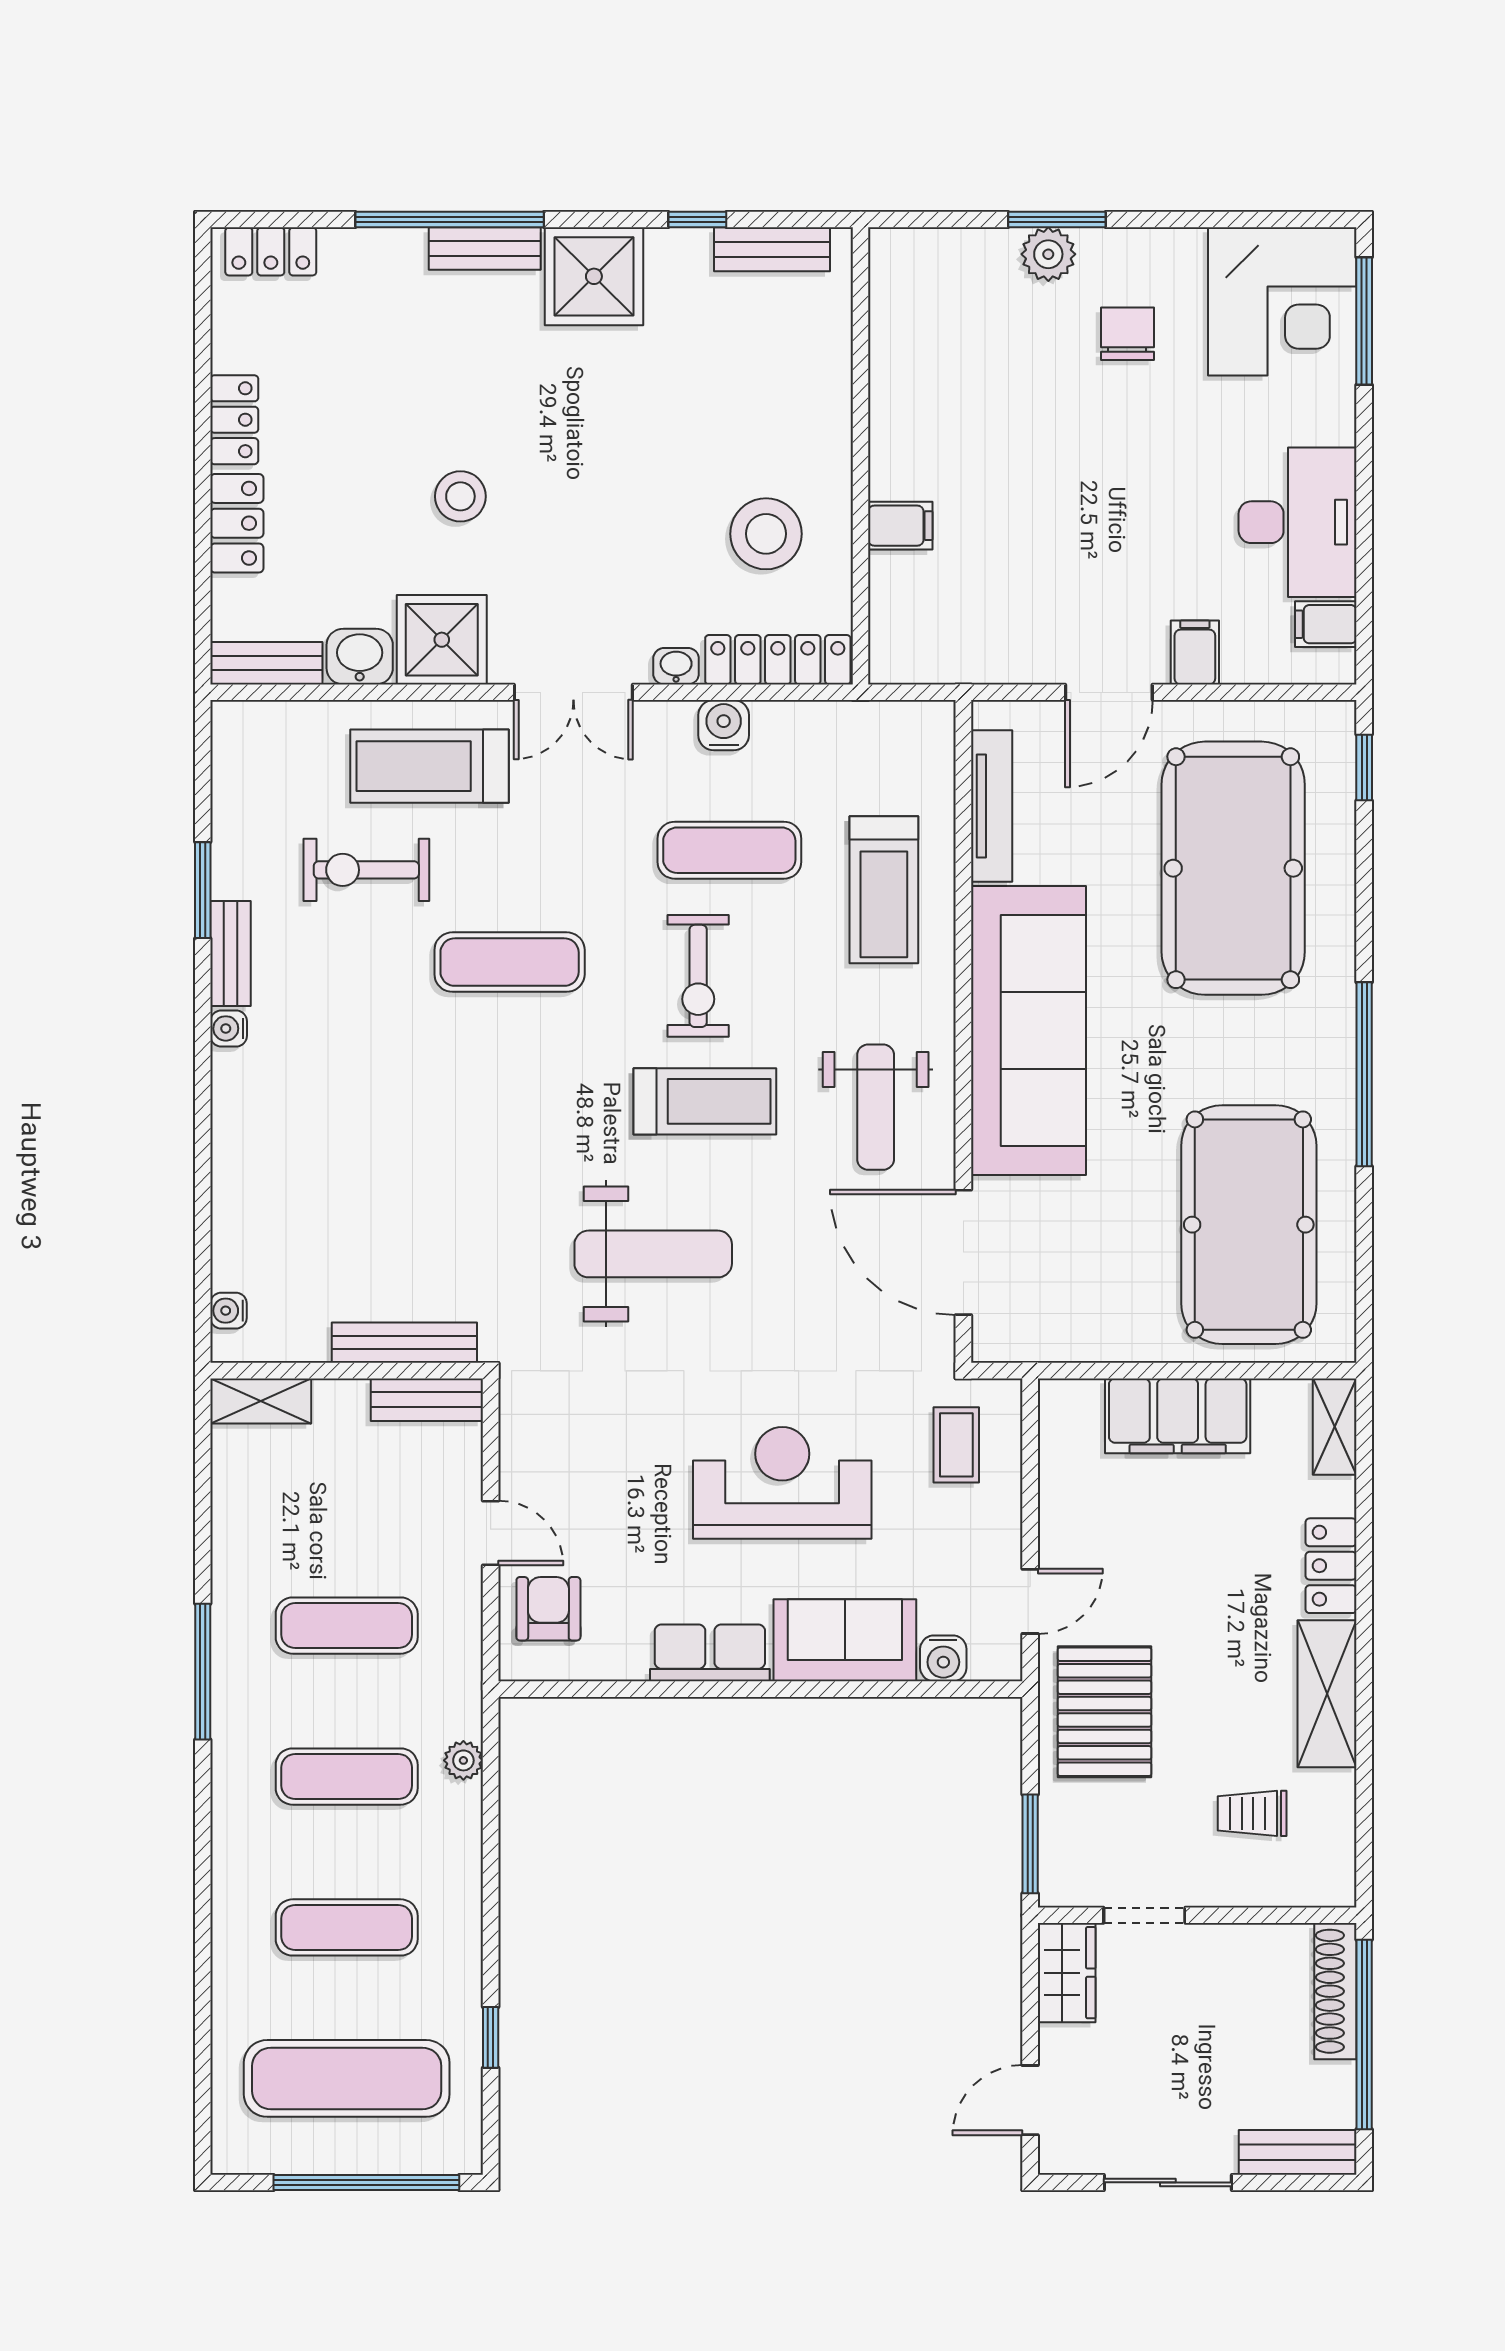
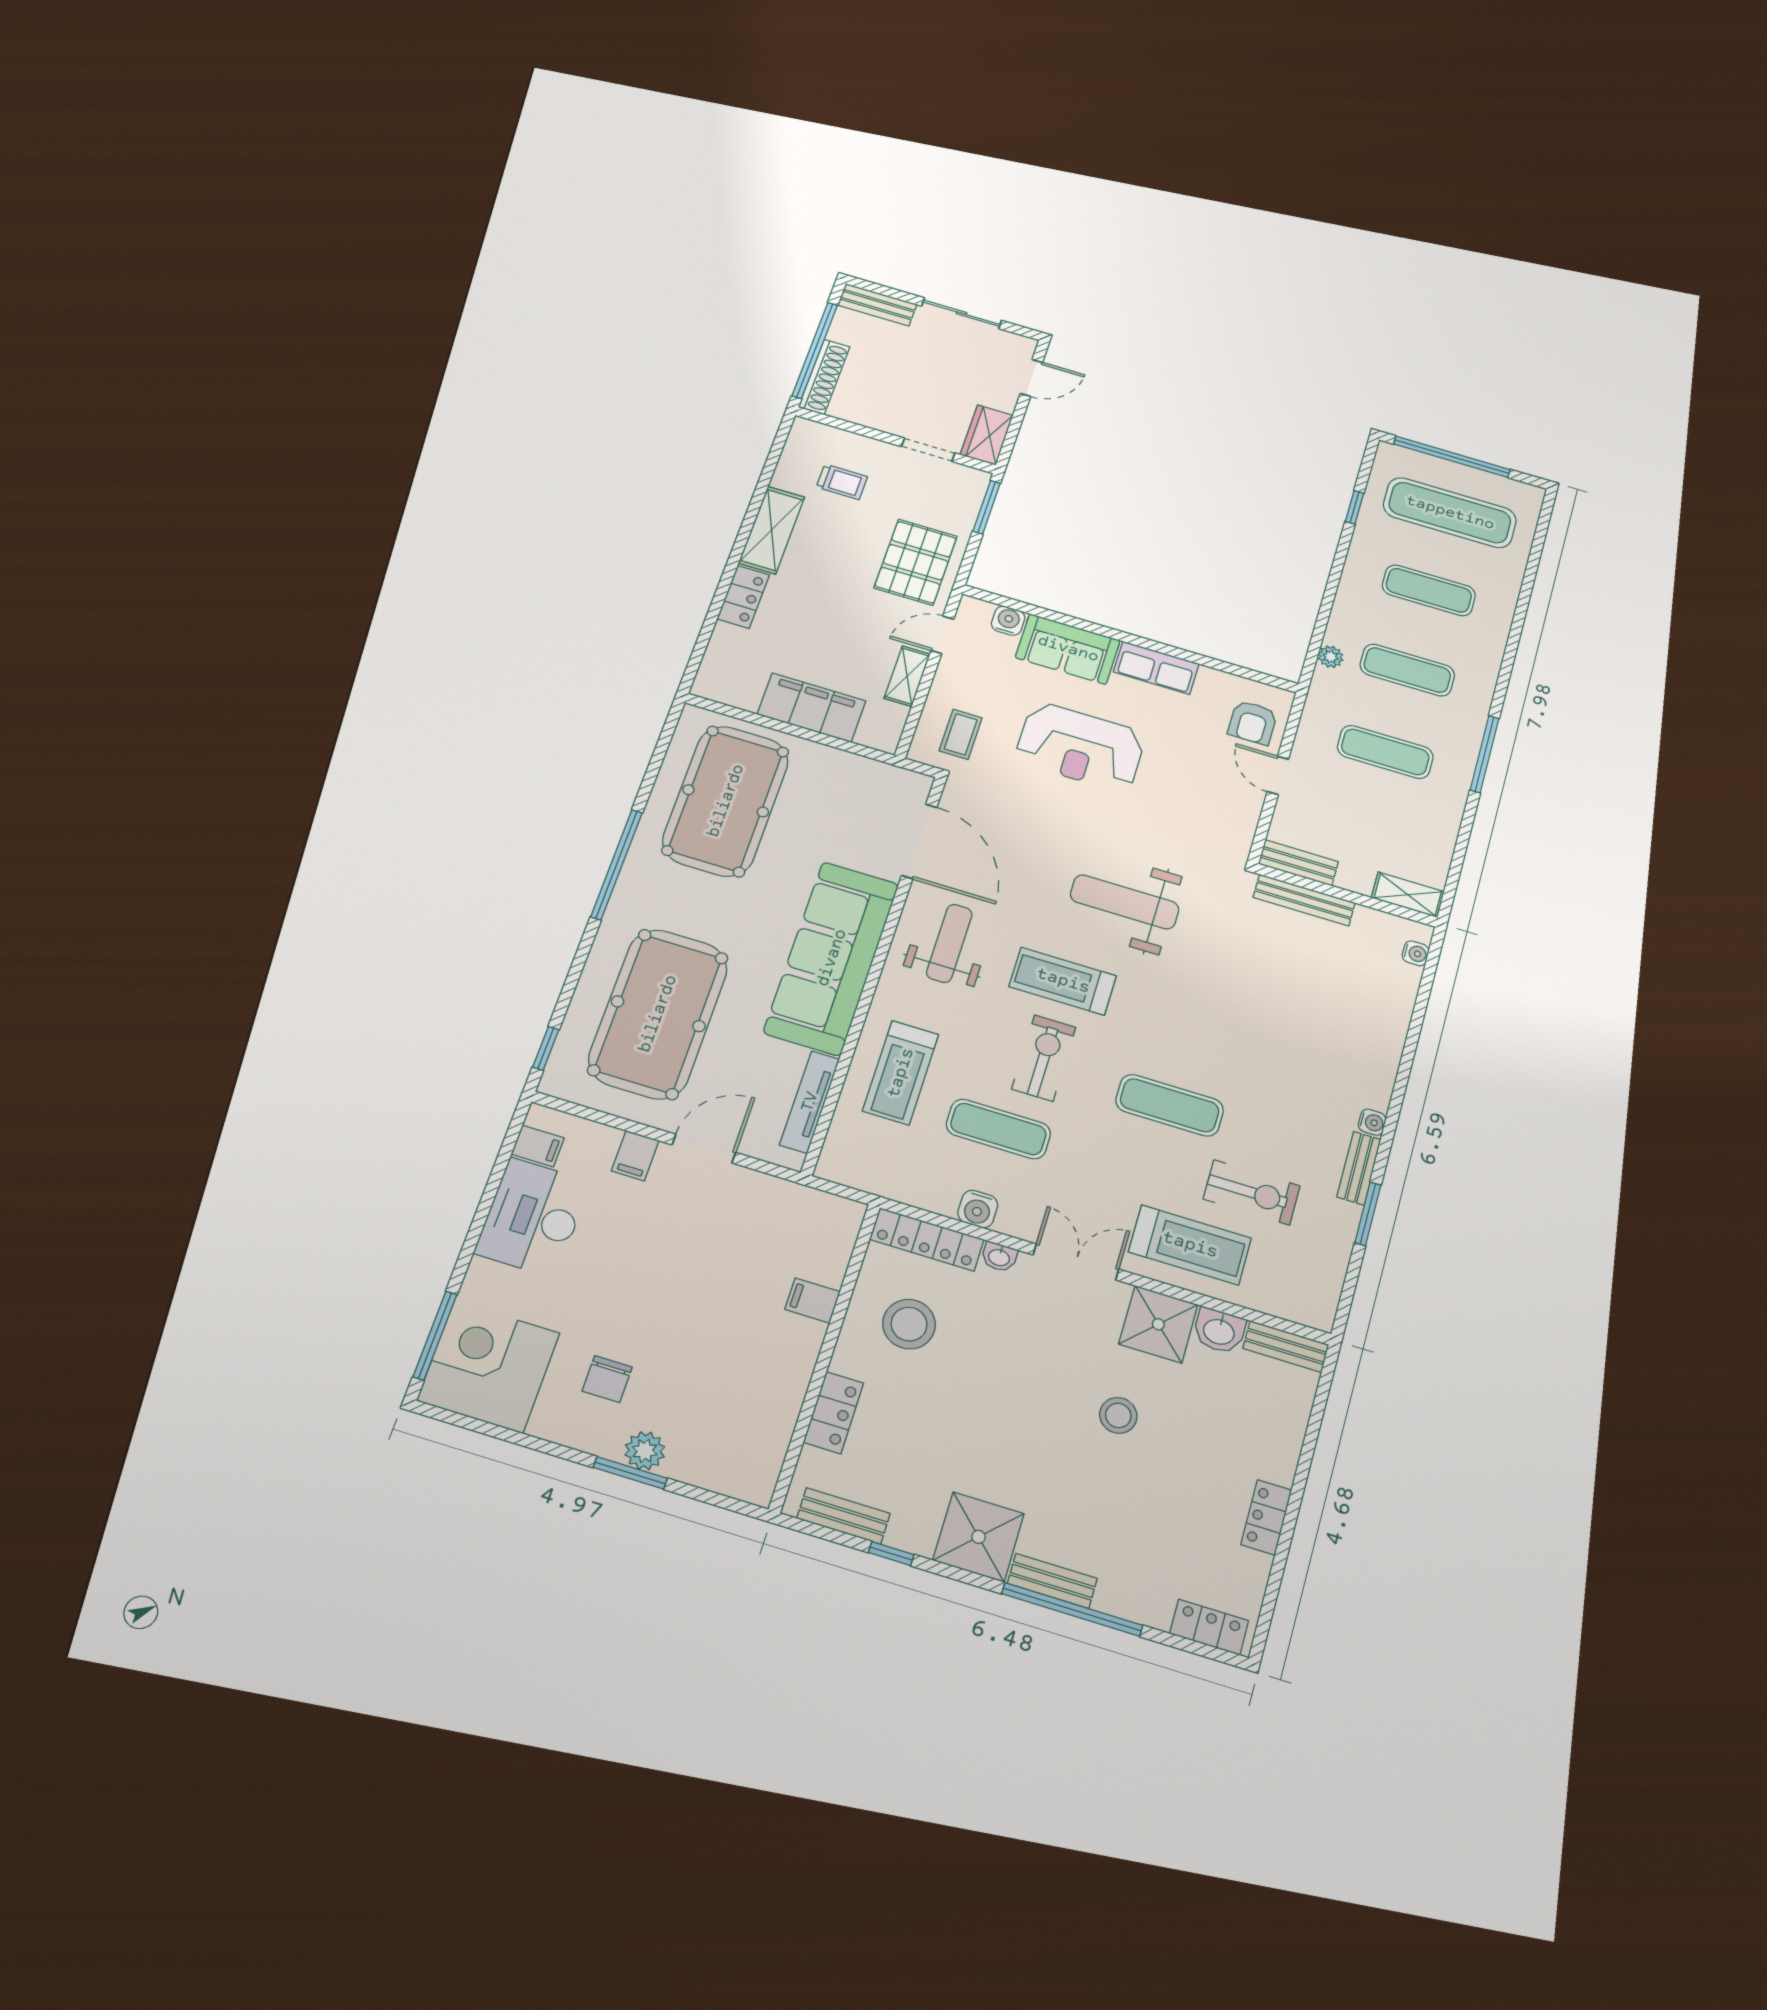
locker: (237, 523) -> (834, 1413), moved, turned 180
treadmill: (884, 890) -> (901, 1073), turned 180
shelving: (1335, 1427) -> (907, 676), moved

